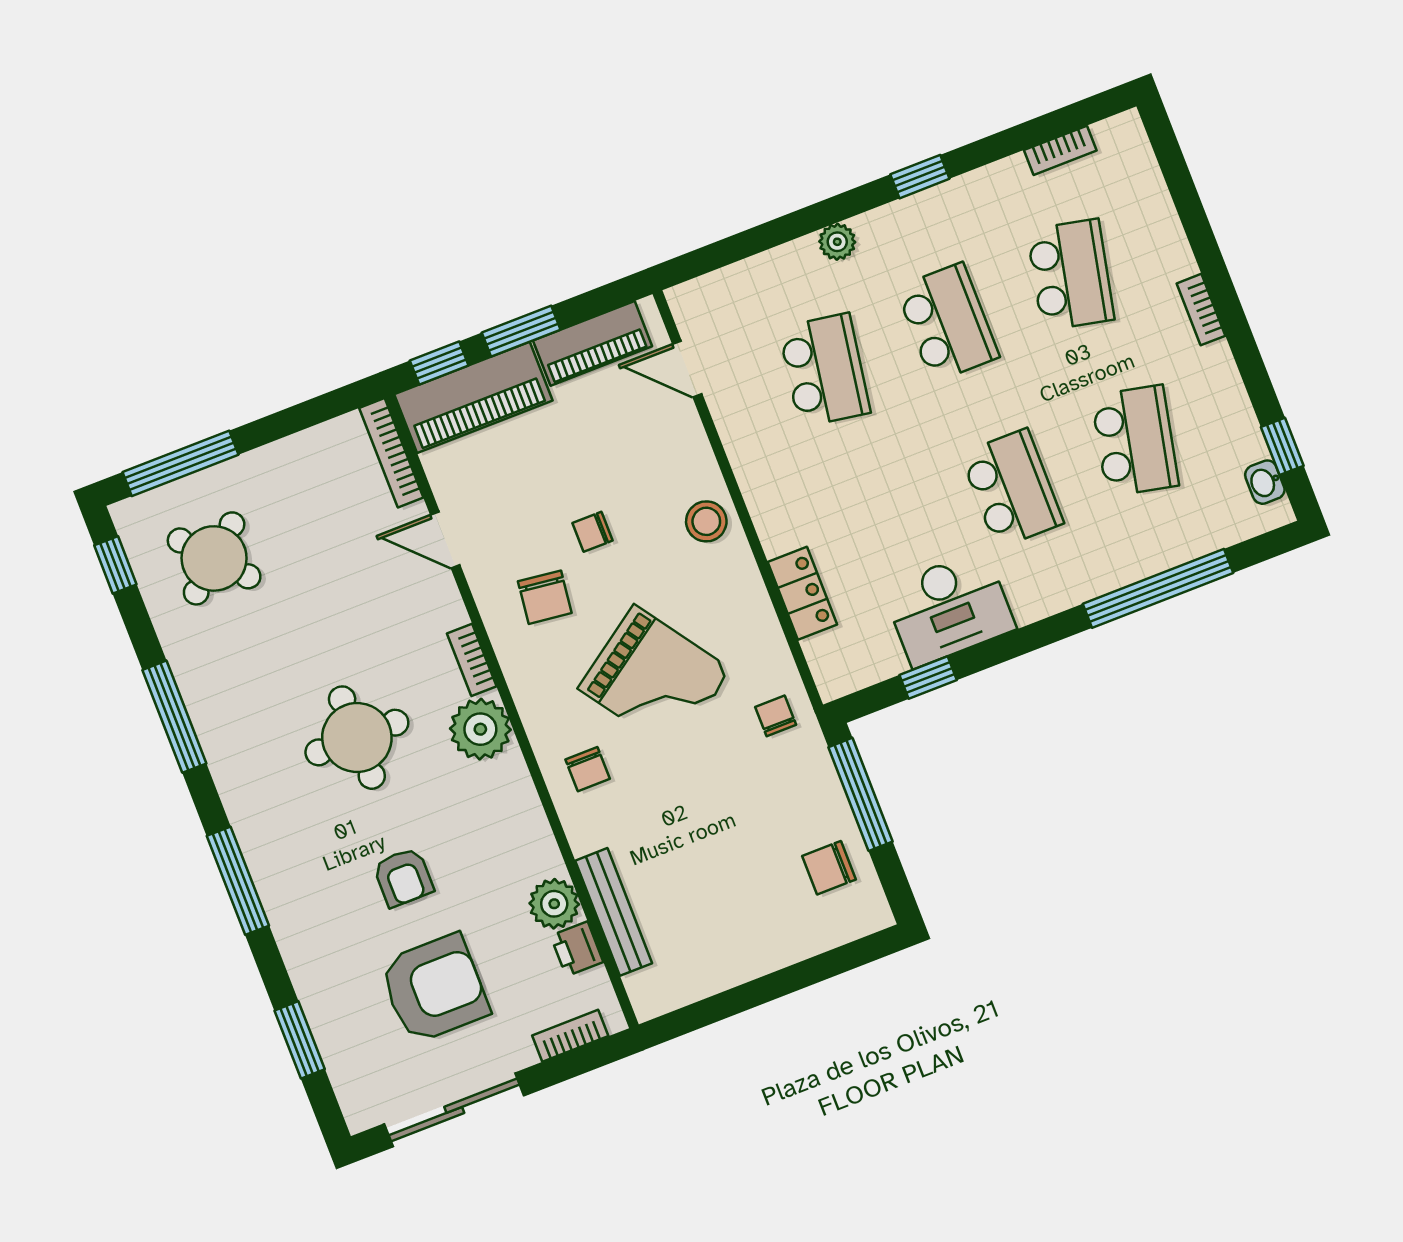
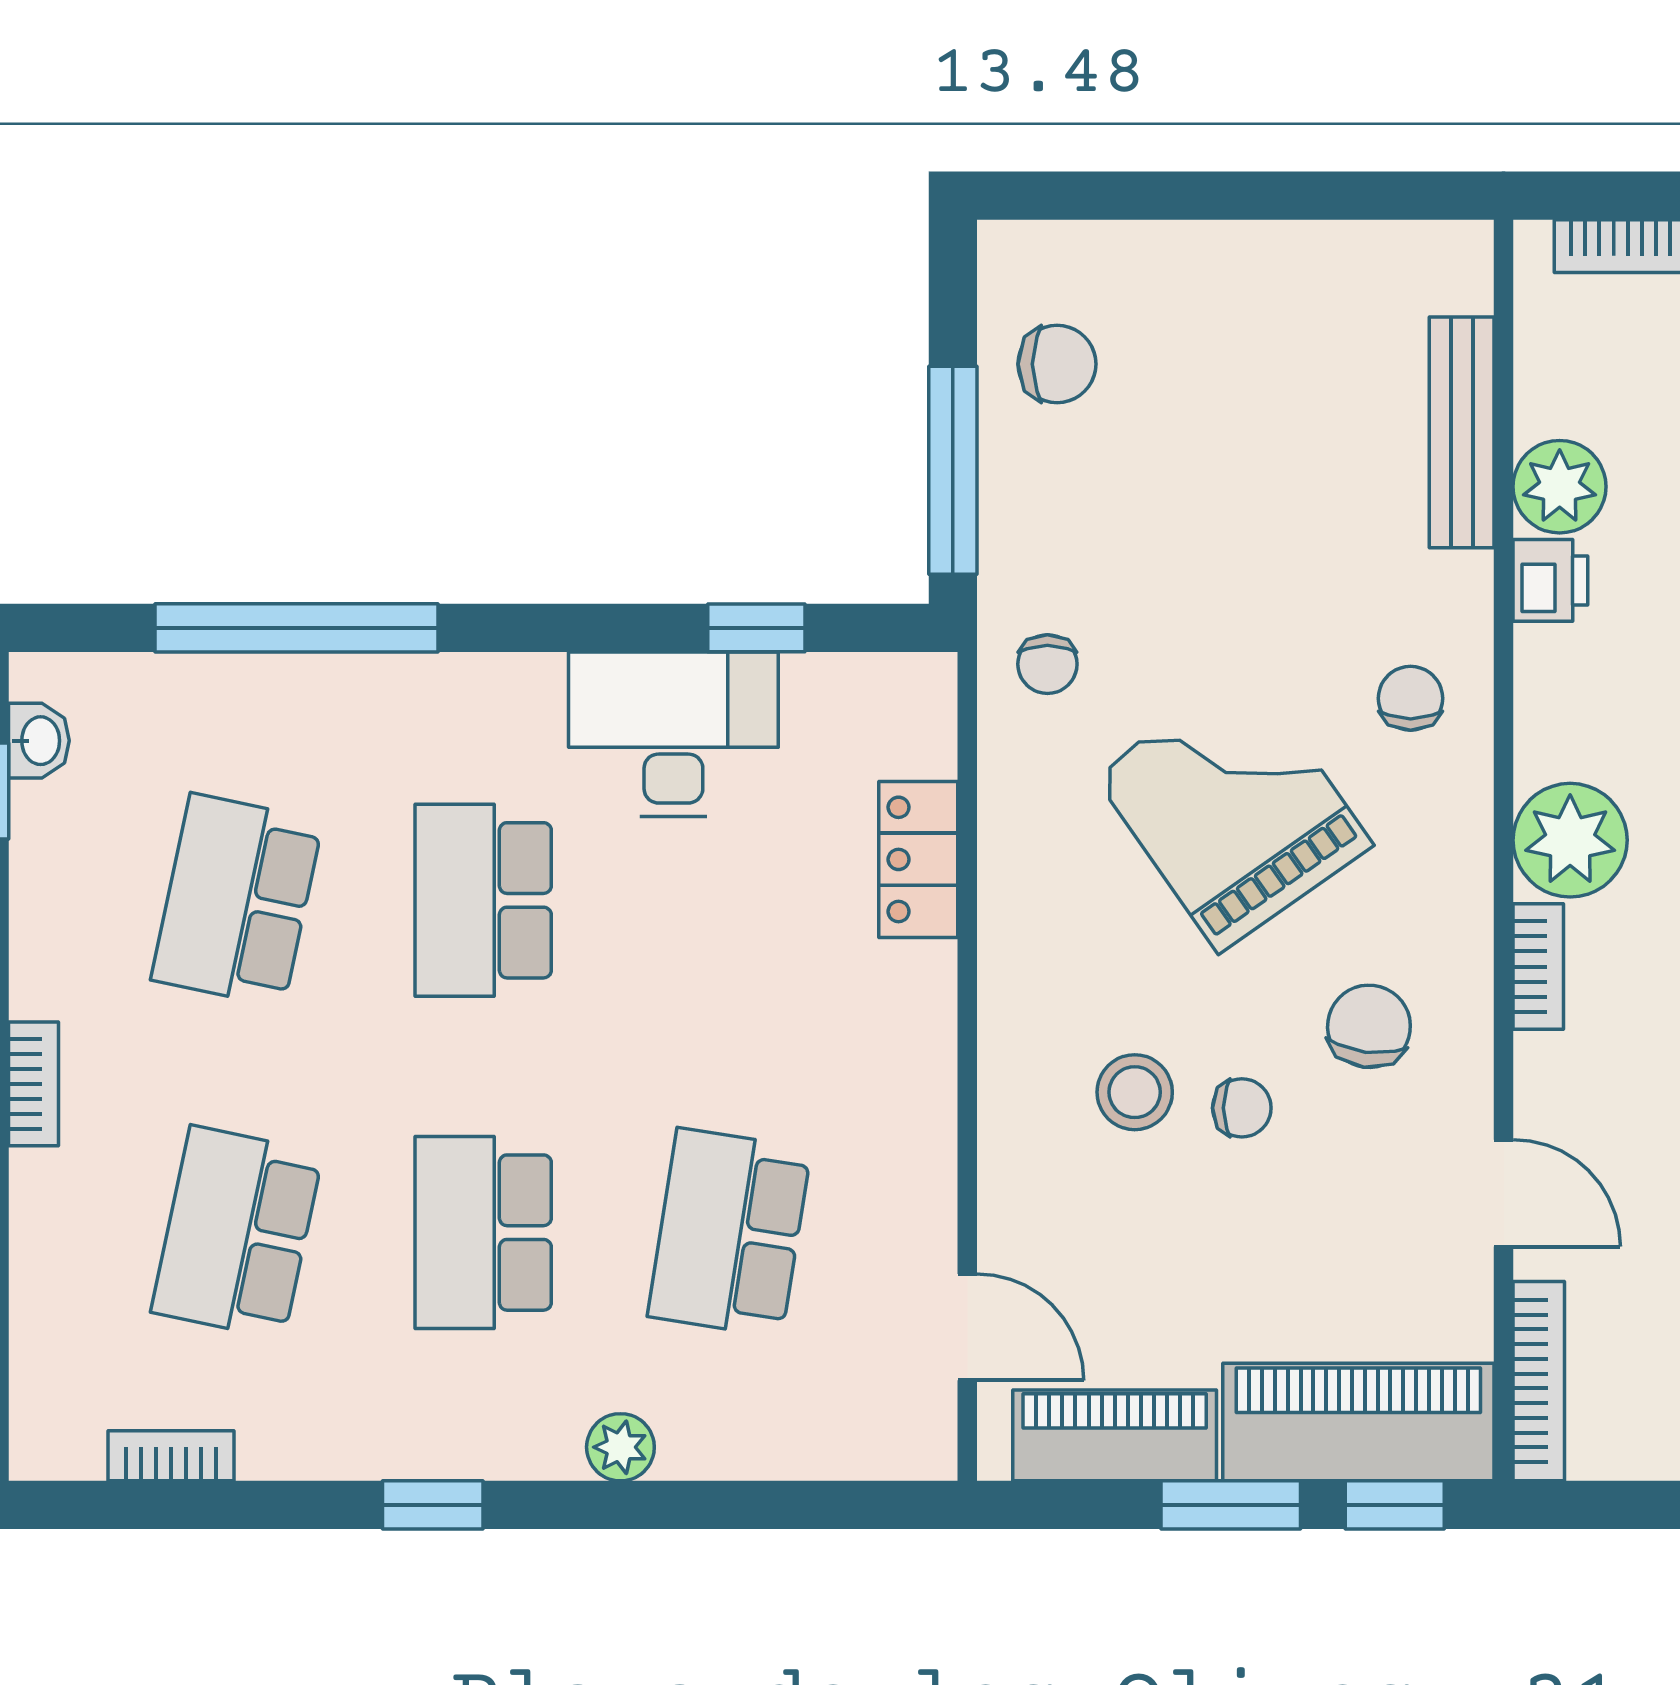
stool: (706, 521) -> (1135, 1092), moved
printer: (577, 949) -> (1550, 580), moved

